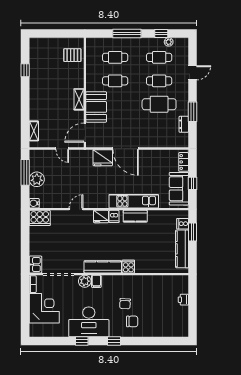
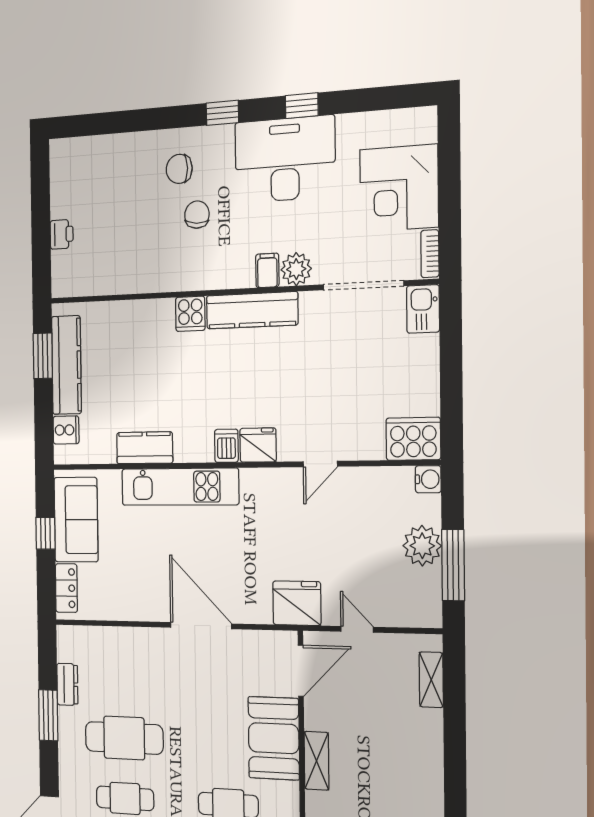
fridge: (103, 158) -> (297, 603), moved
kitchen counter: (135, 216) -> (145, 448), moved
window: (193, 232) -> (43, 356), moved

